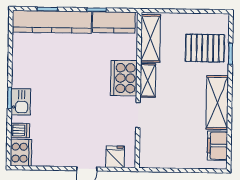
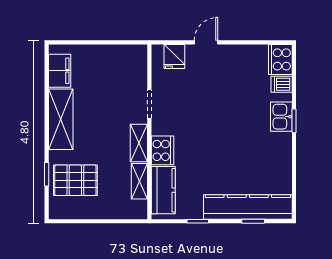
kitchen counter: (114, 22) -> (163, 190), moved, turned 90
shelving: (150, 38) -> (139, 181), width x0.67, depth x0.75
cooker: (124, 78) -> (162, 150), width x0.73, depth x0.76

